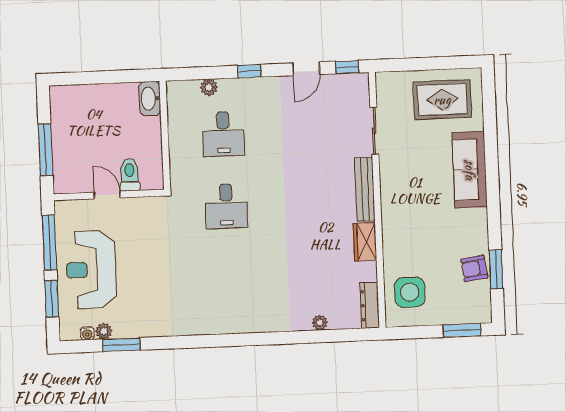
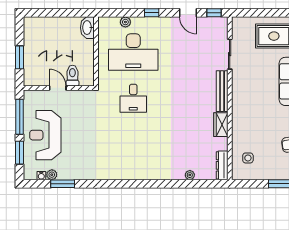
door: (306, 69) -> (188, 13), hinge flipped
desk: (223, 134) -> (133, 52), width x1.87, depth x1.30
window: (45, 150) -> (20, 57), width x0.69
side table: (410, 292) -> (248, 158), width x0.54, depth x0.54

